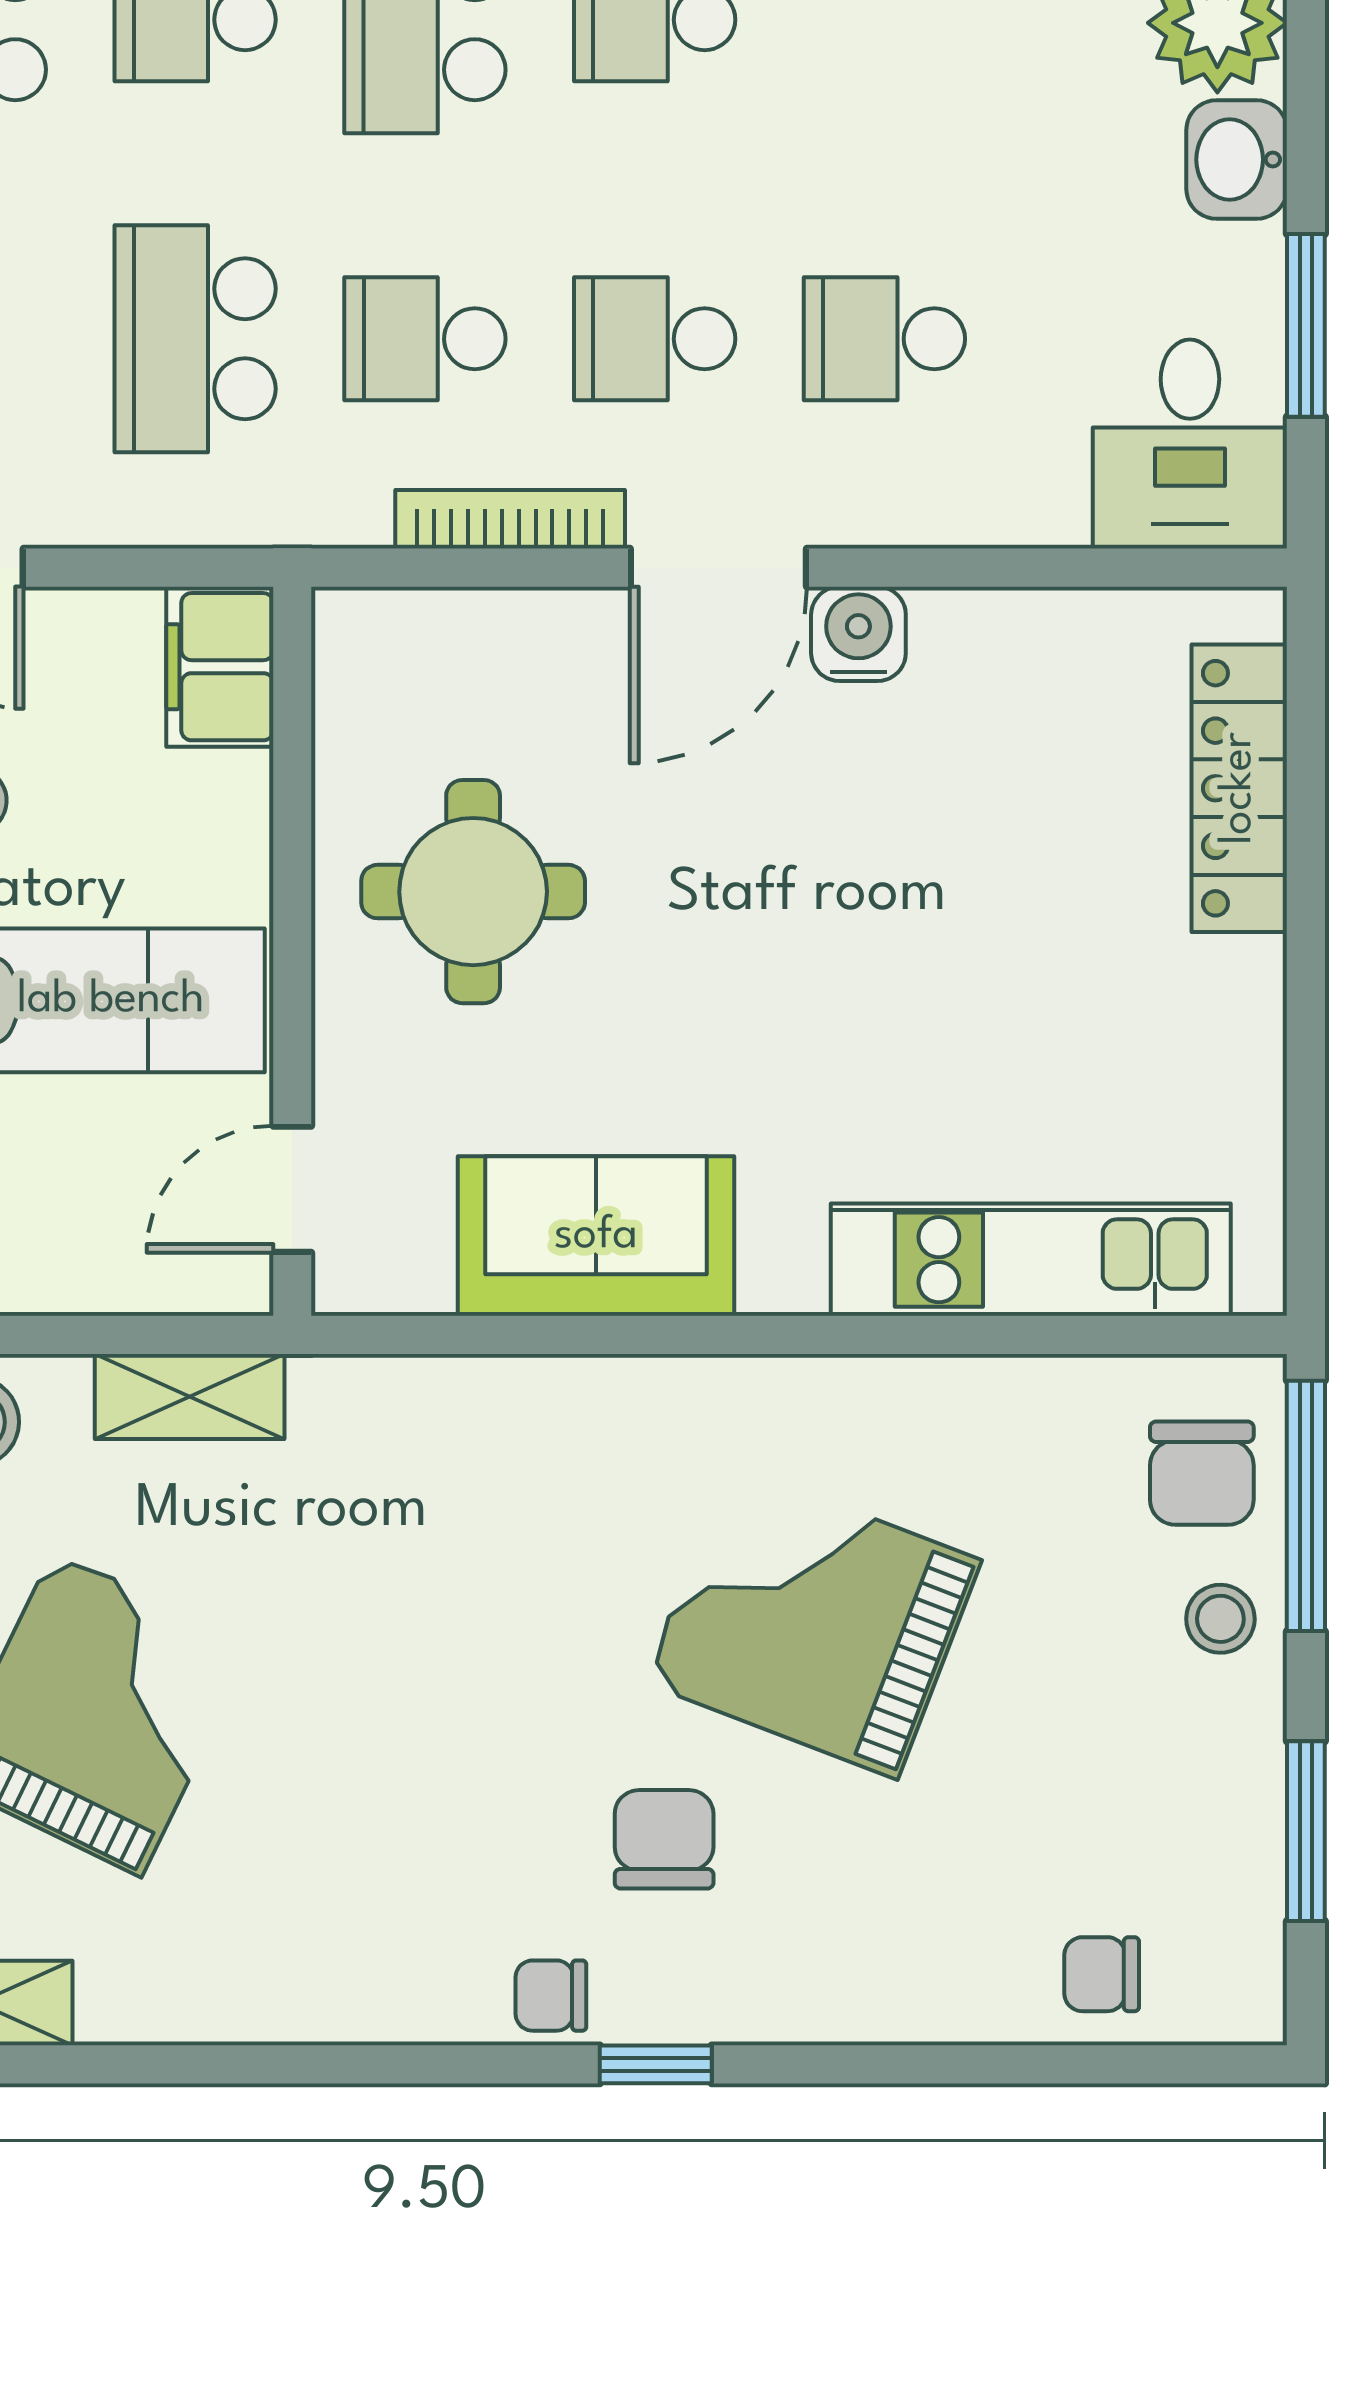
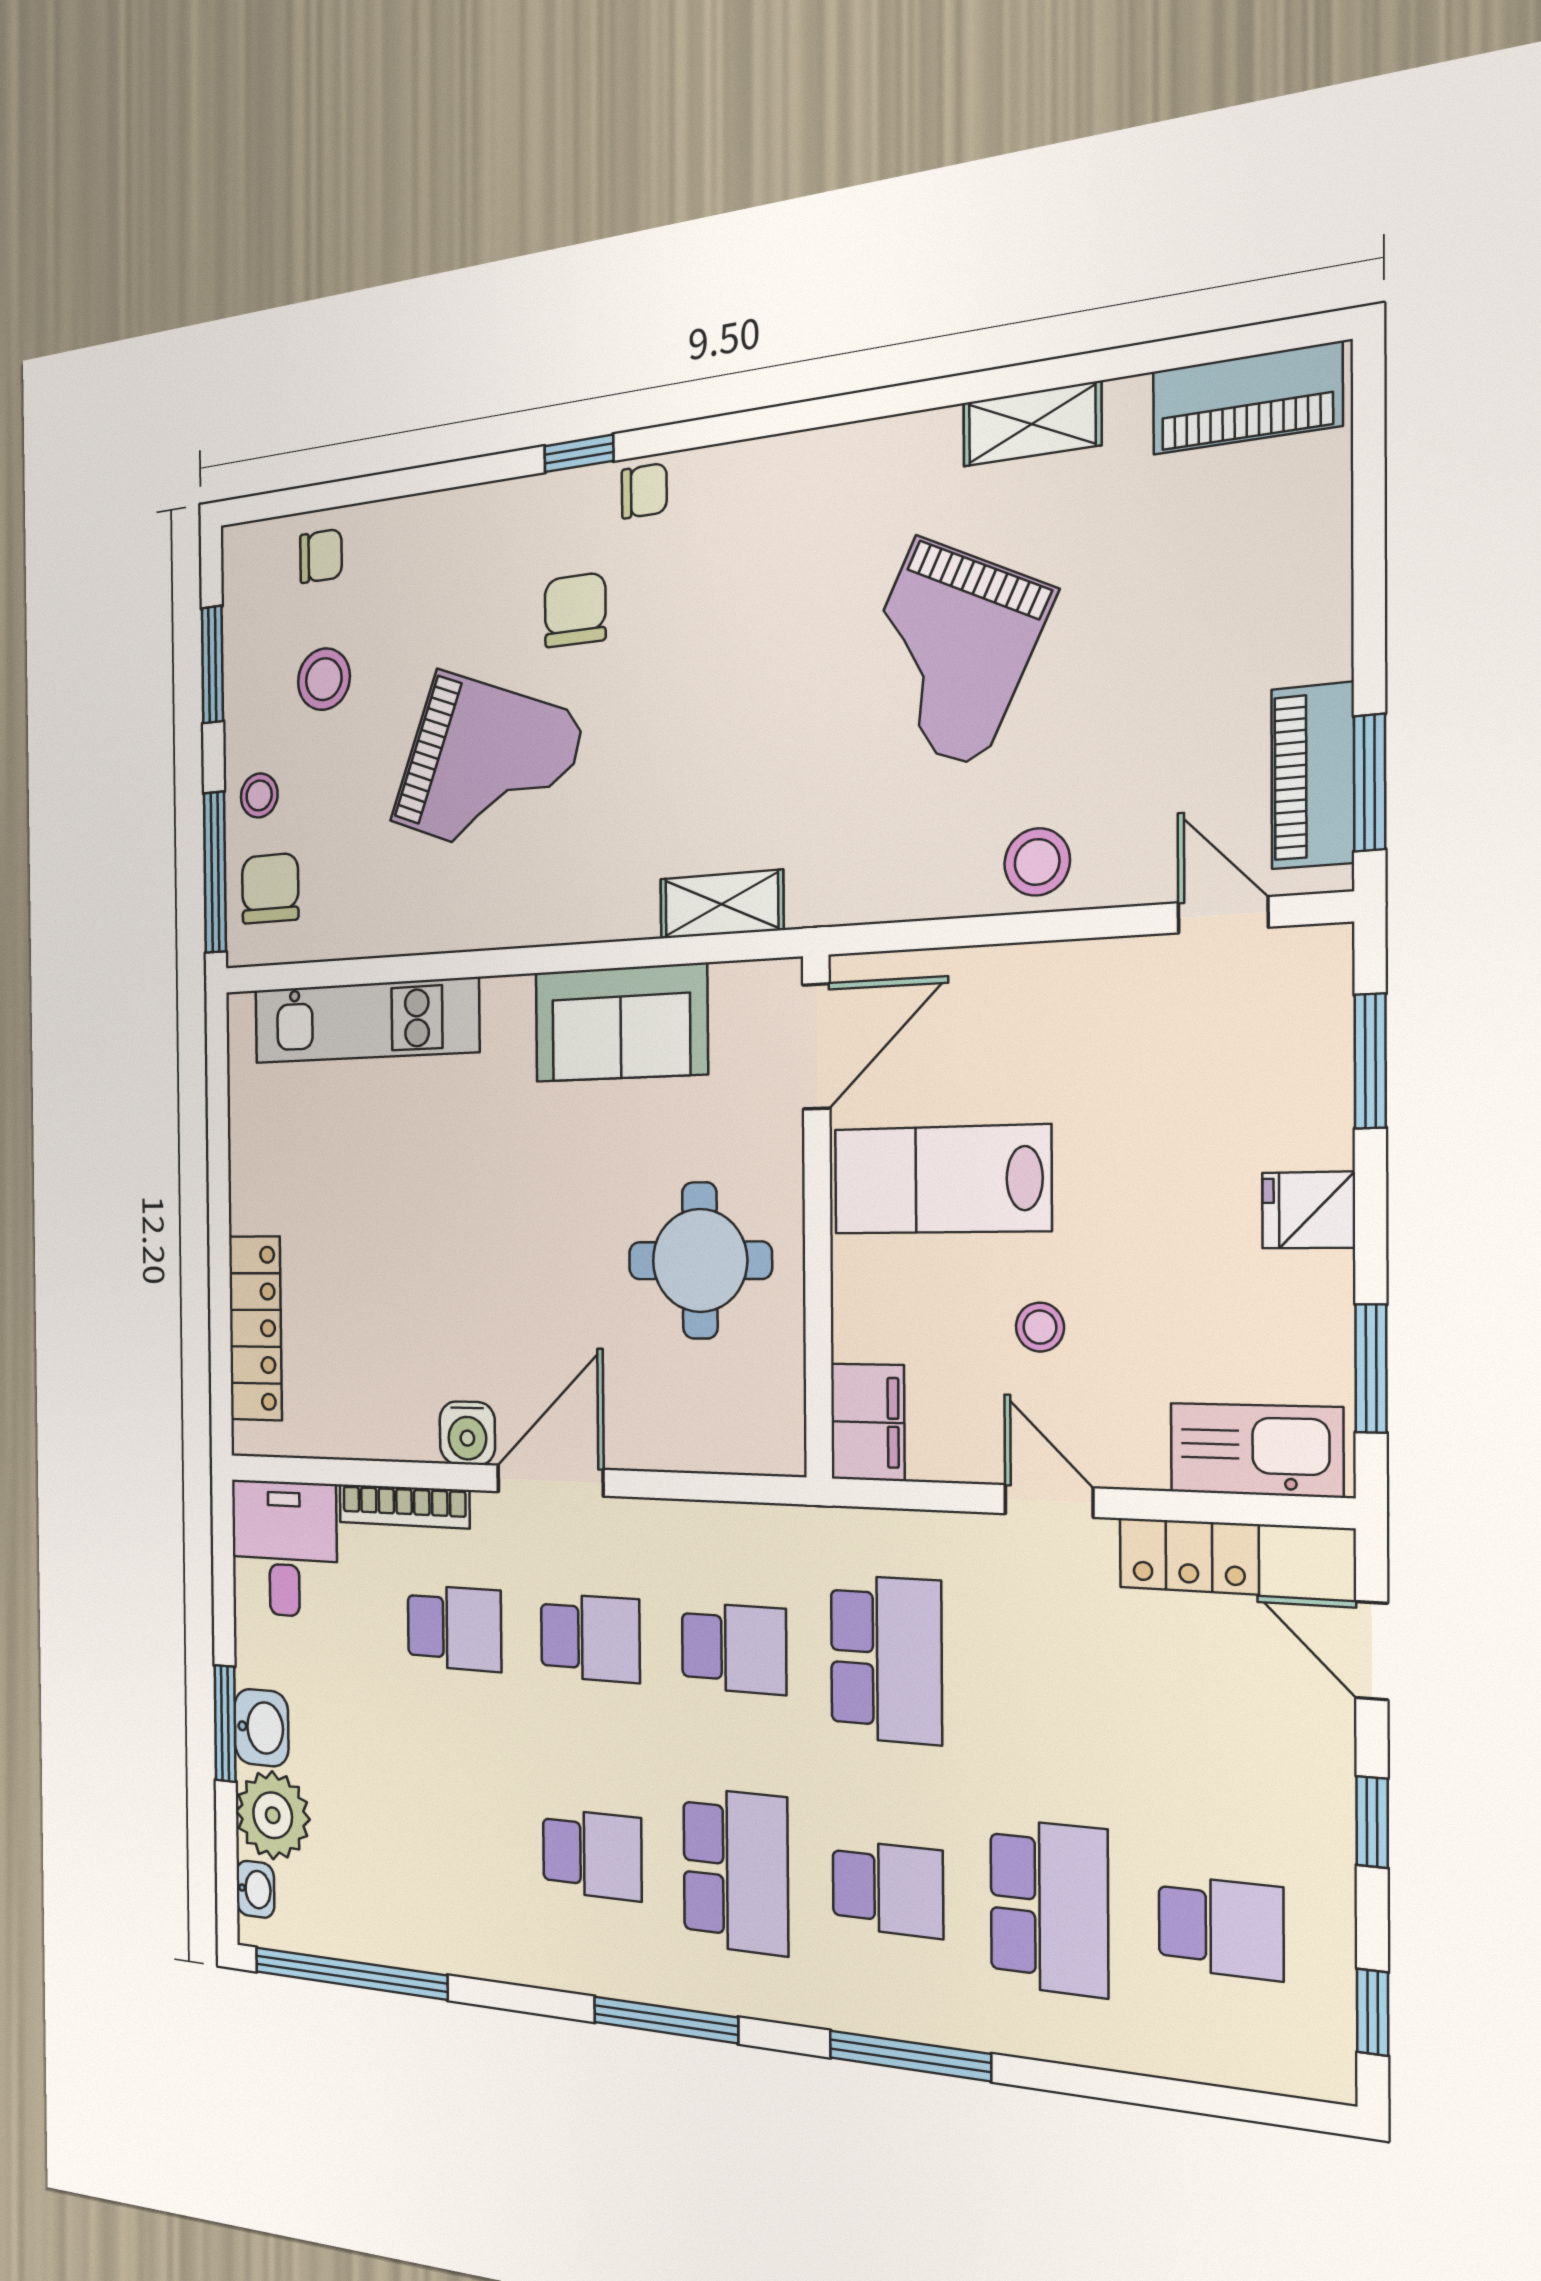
window: (1306, 325) -> (225, 1723), moved
bookcase: (510, 519) -> (404, 1506), moved
door: (292, 1189) -> (816, 1046), width x1.38
shelving: (190, 1397) -> (722, 904), moved
stool: (1099, 1786) -> (324, 679), added
chair: (664, 1839) -> (575, 610), turned 180

